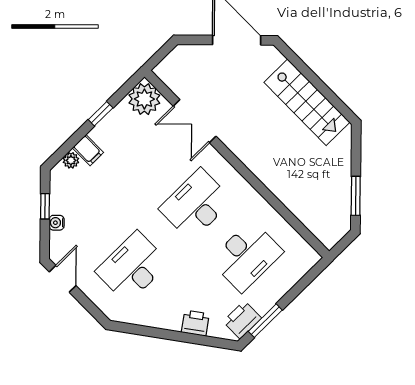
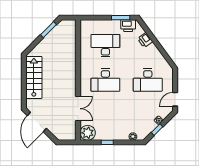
filing cabinet: (88, 150) -> (124, 134), removed

